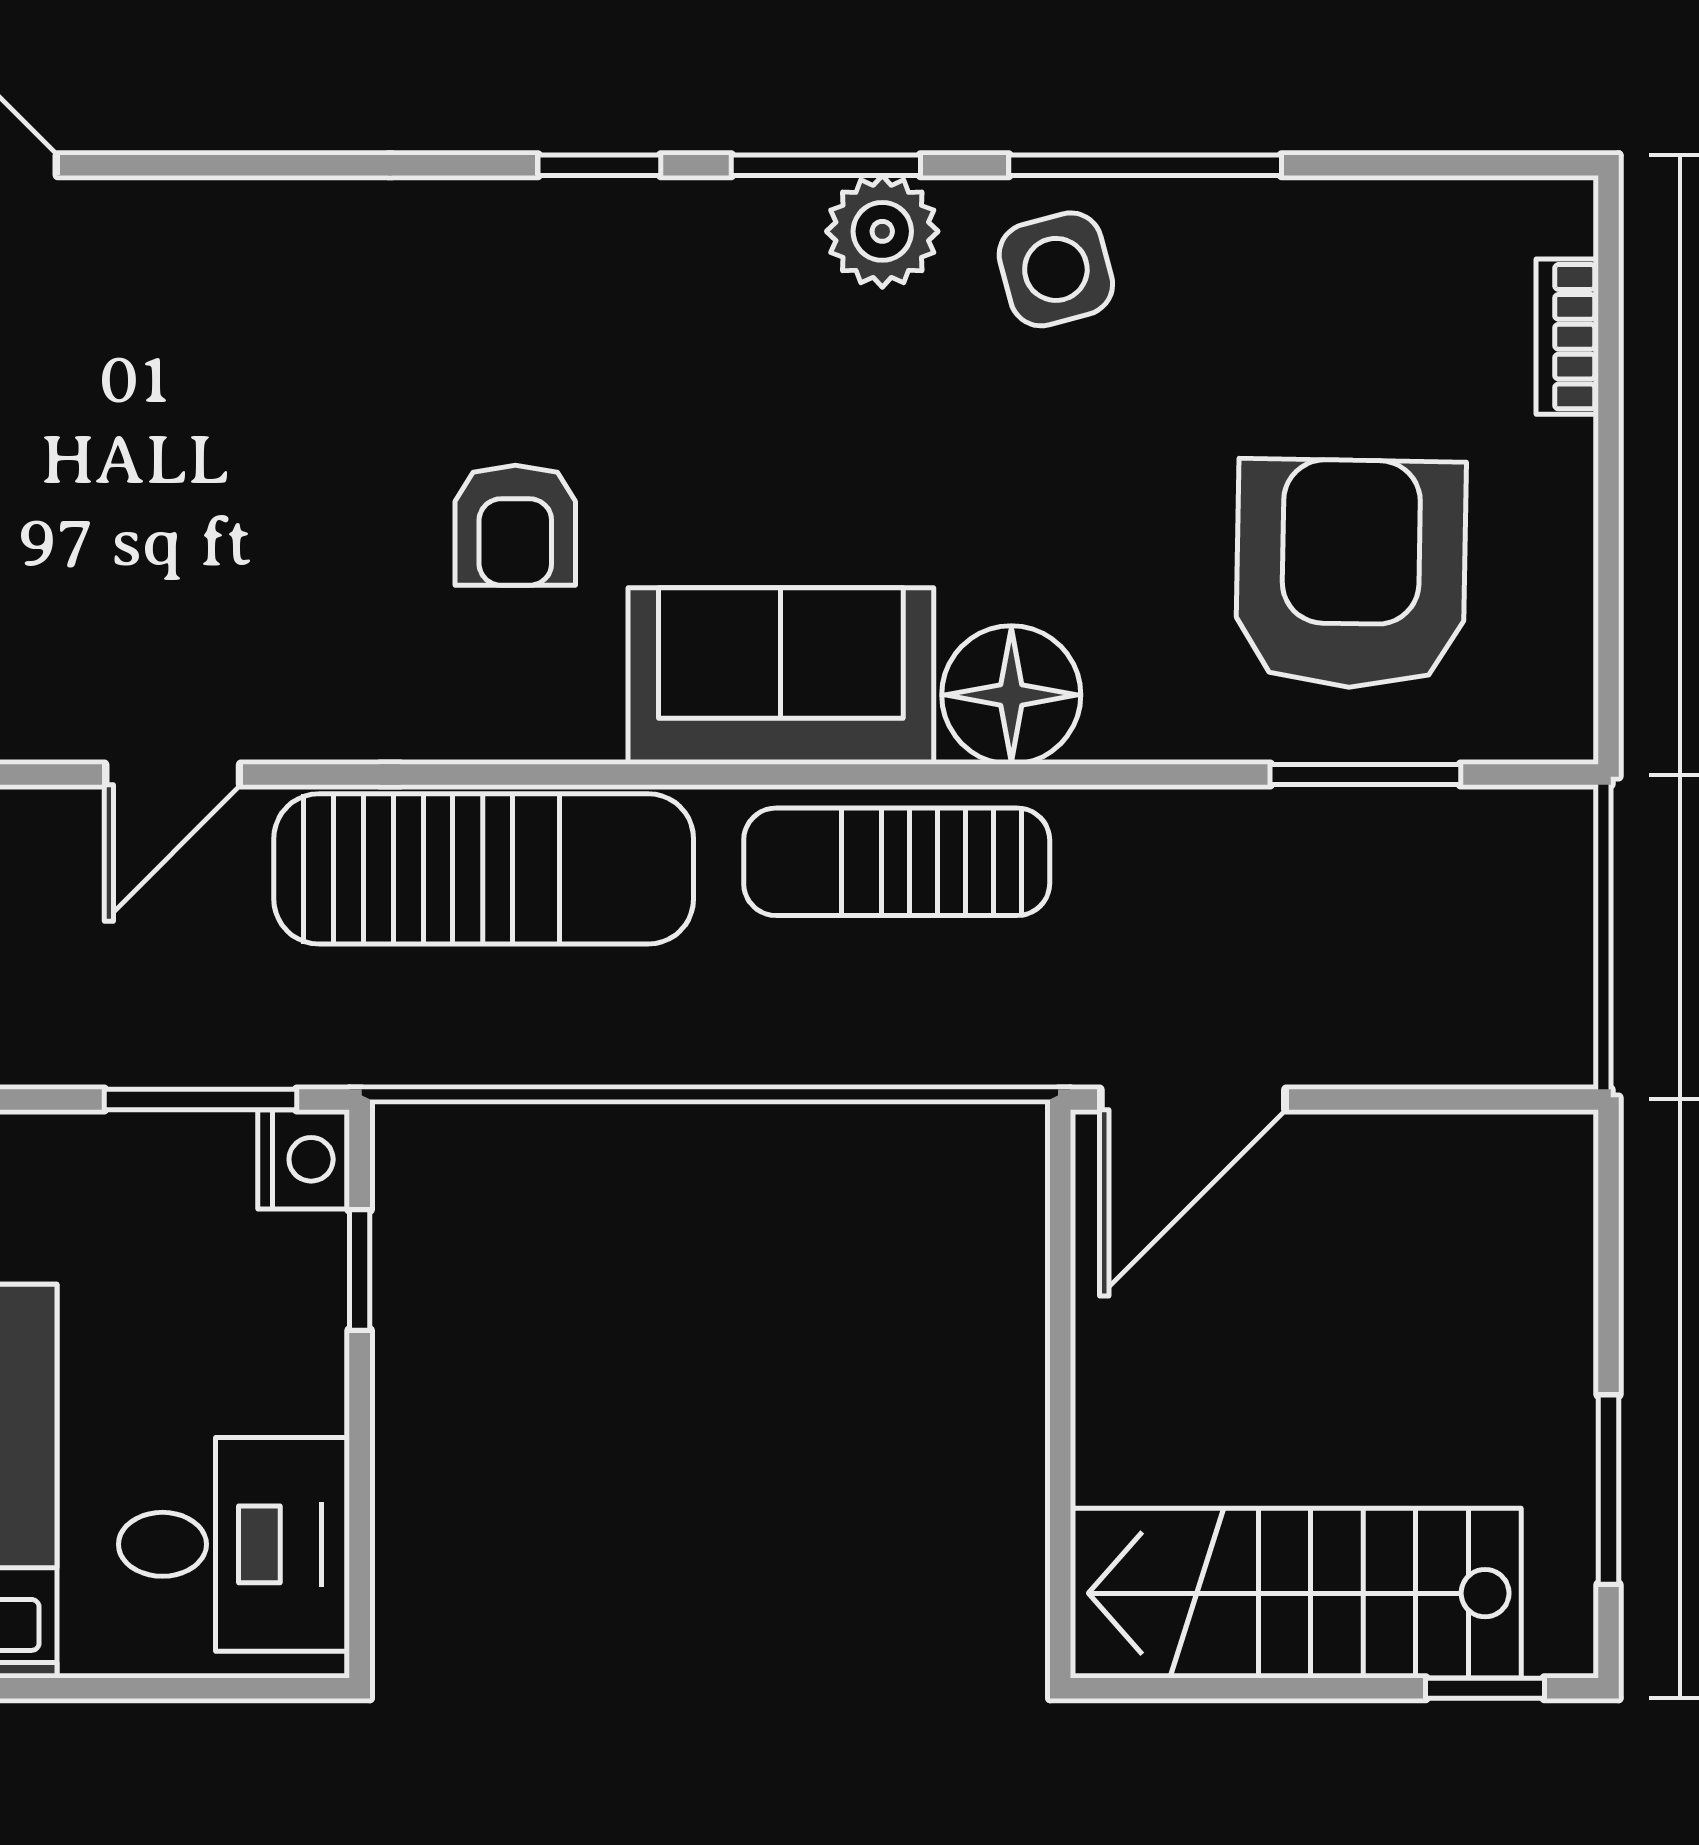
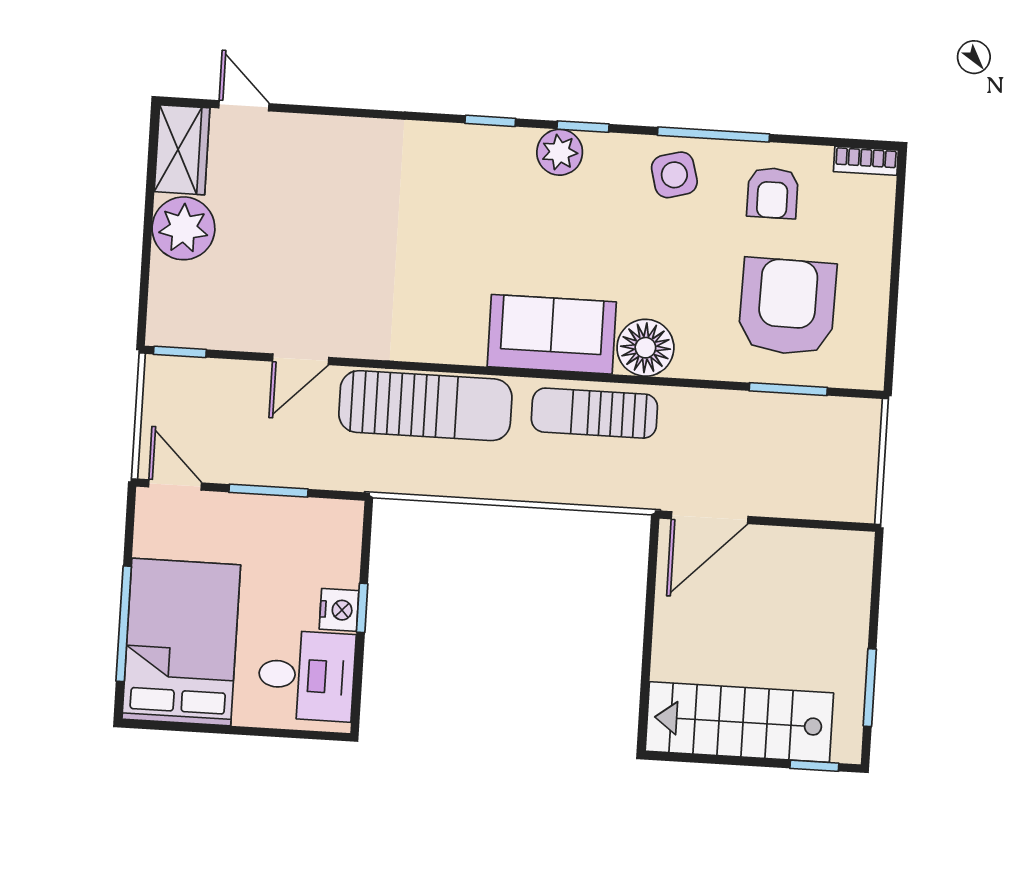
window: (826, 165) -> (583, 127), width x0.67
plant: (882, 231) -> (560, 152), moved
bookcase: (1567, 337) -> (866, 161), moved, turned -90
armchair: (515, 525) -> (773, 193), moved
window: (201, 1099) -> (268, 491), moved
nightstand: (304, 1159) -> (339, 610), moved
window: (360, 1270) -> (362, 608), moved

